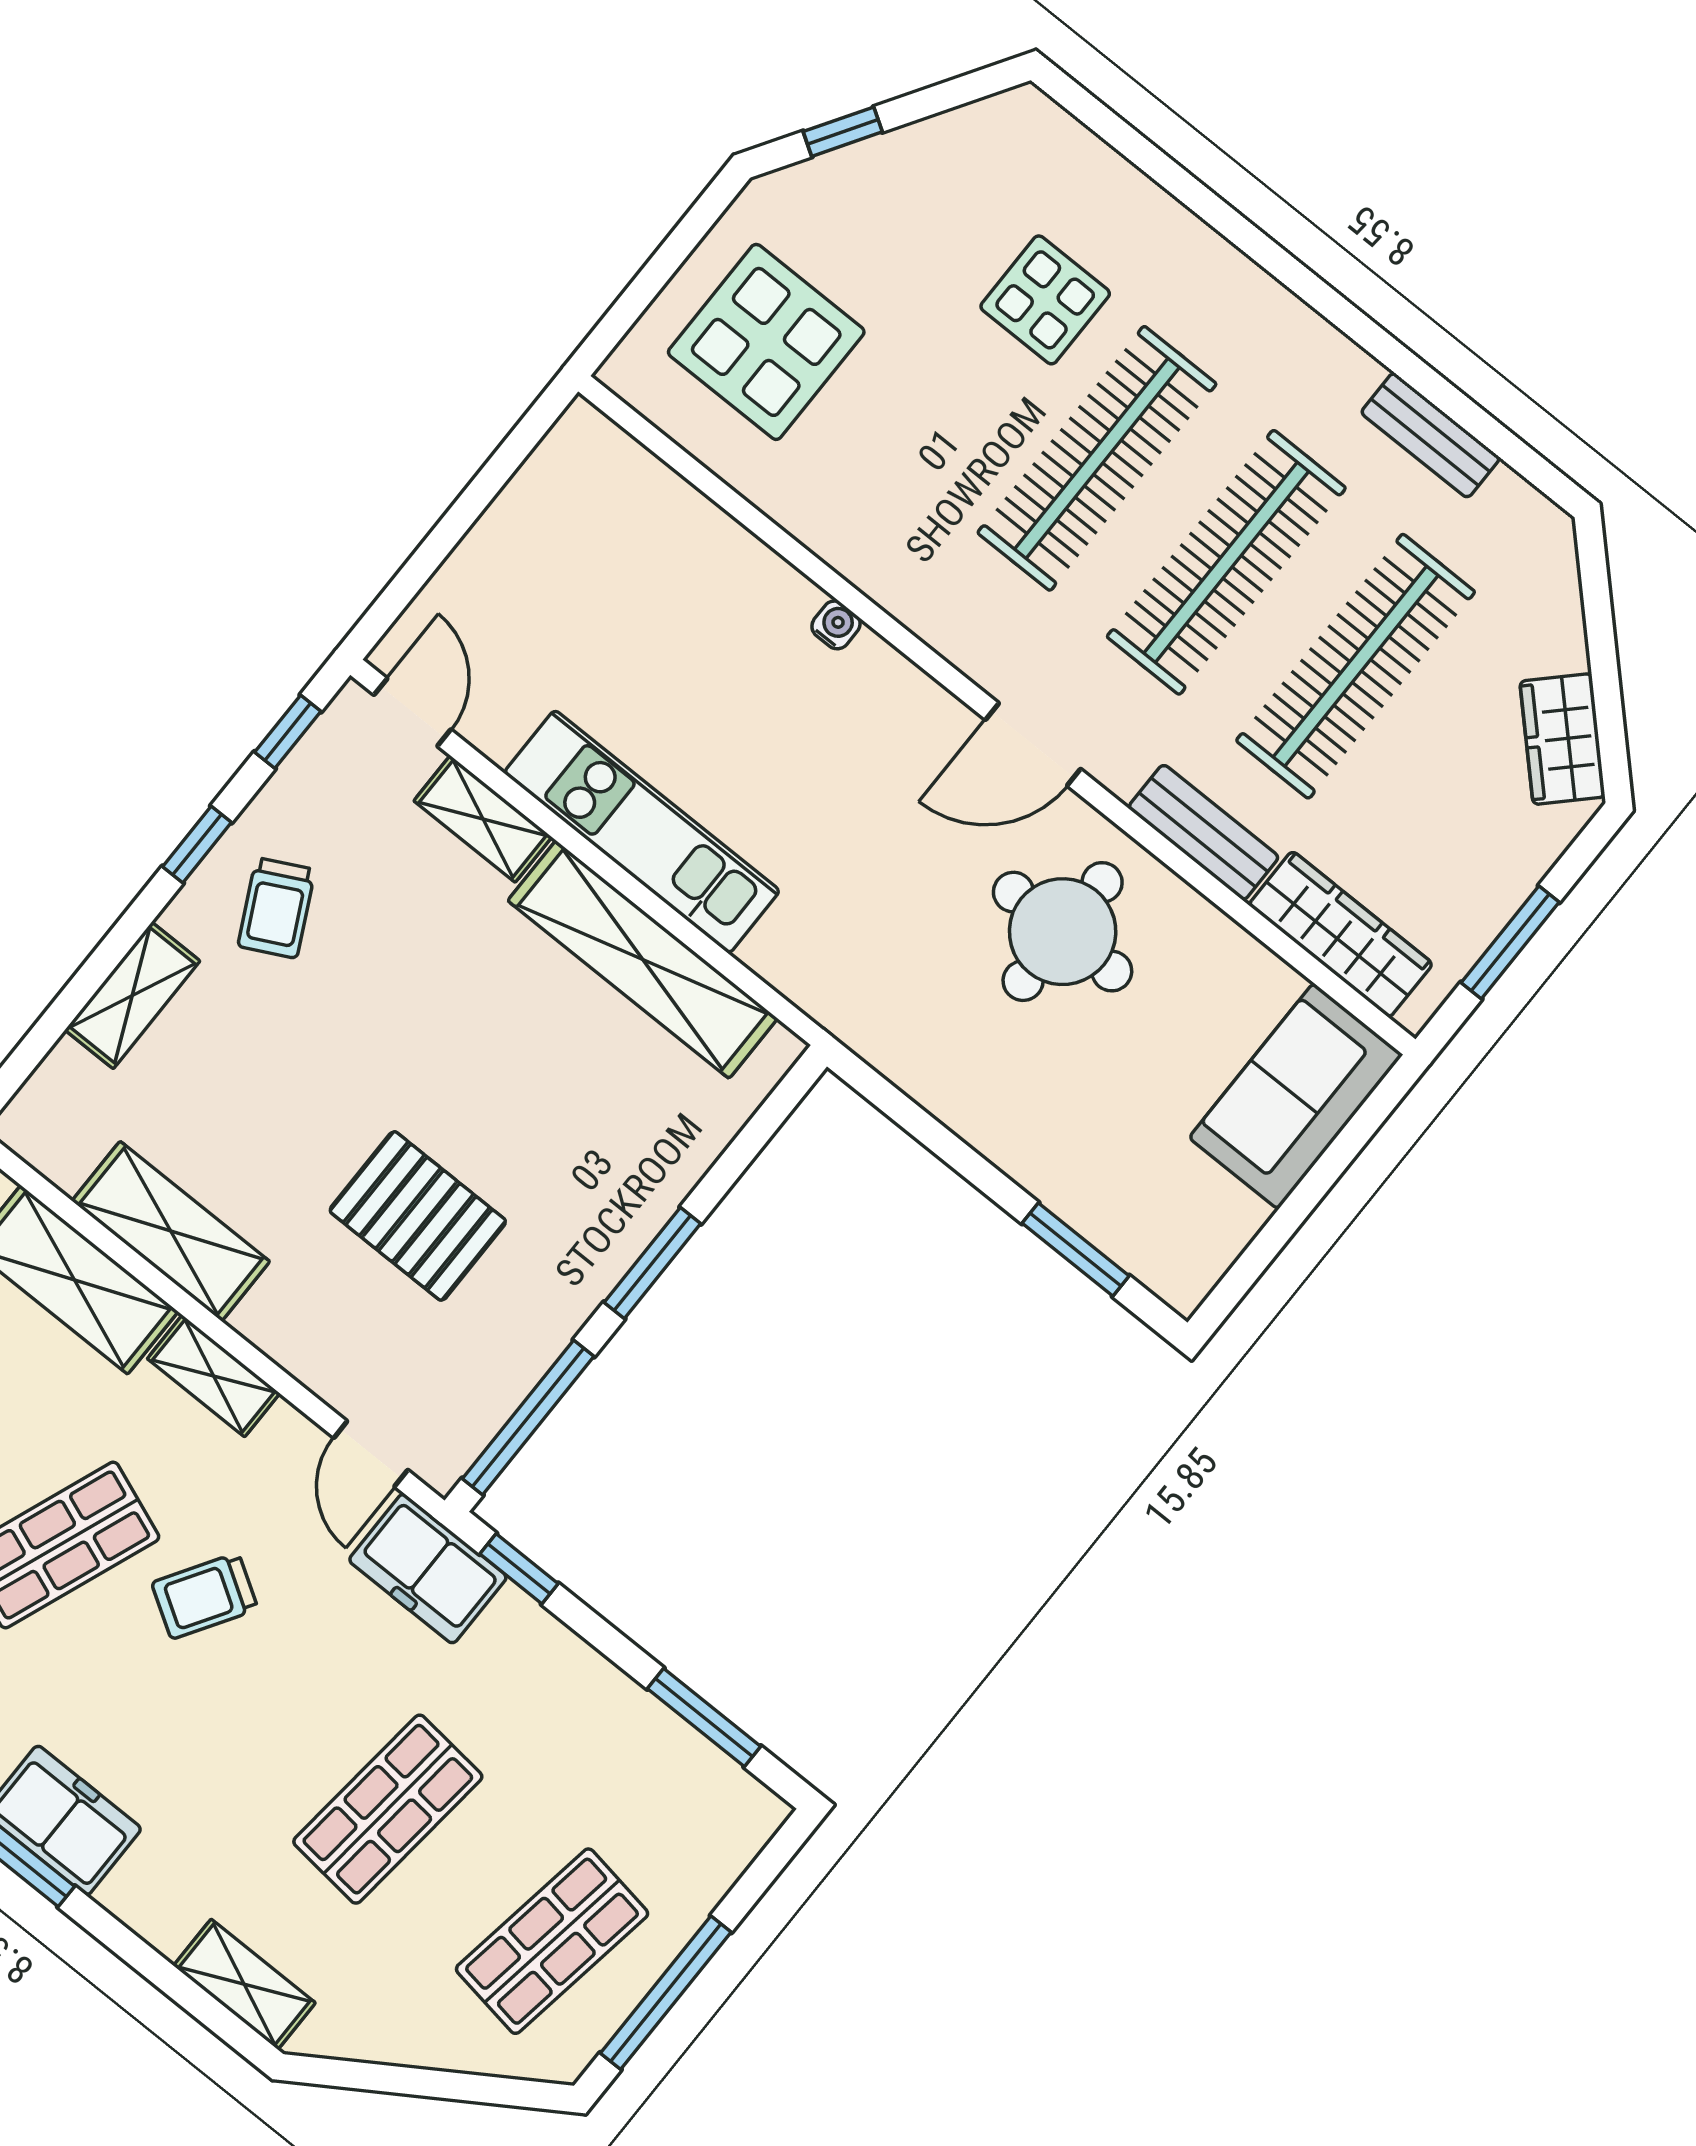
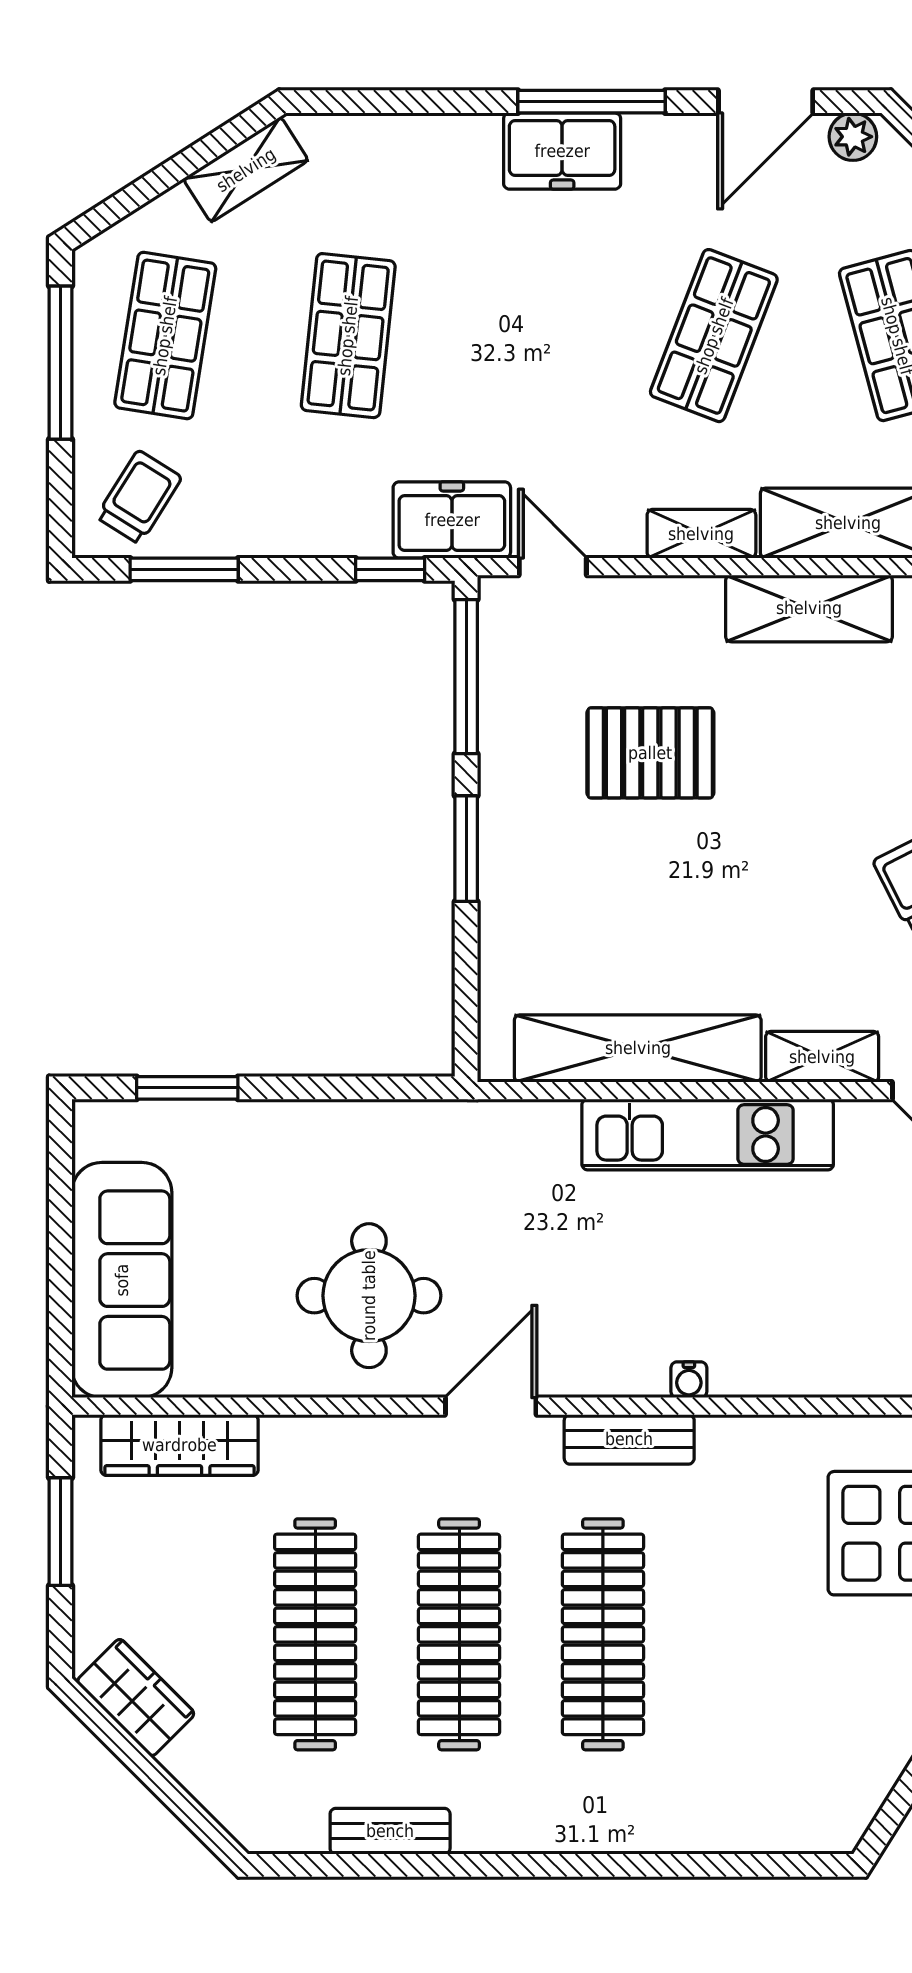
display table: (1045, 300) -> (724, 1713), removed
bench: (1203, 832) -> (629, 1439), moved
sofa: (1296, 1096) -> (122, 1280), width x1.36
trolley: (205, 1596) -> (139, 497), moved
shelving: (244, 1984) -> (246, 170), moved, turned -33

